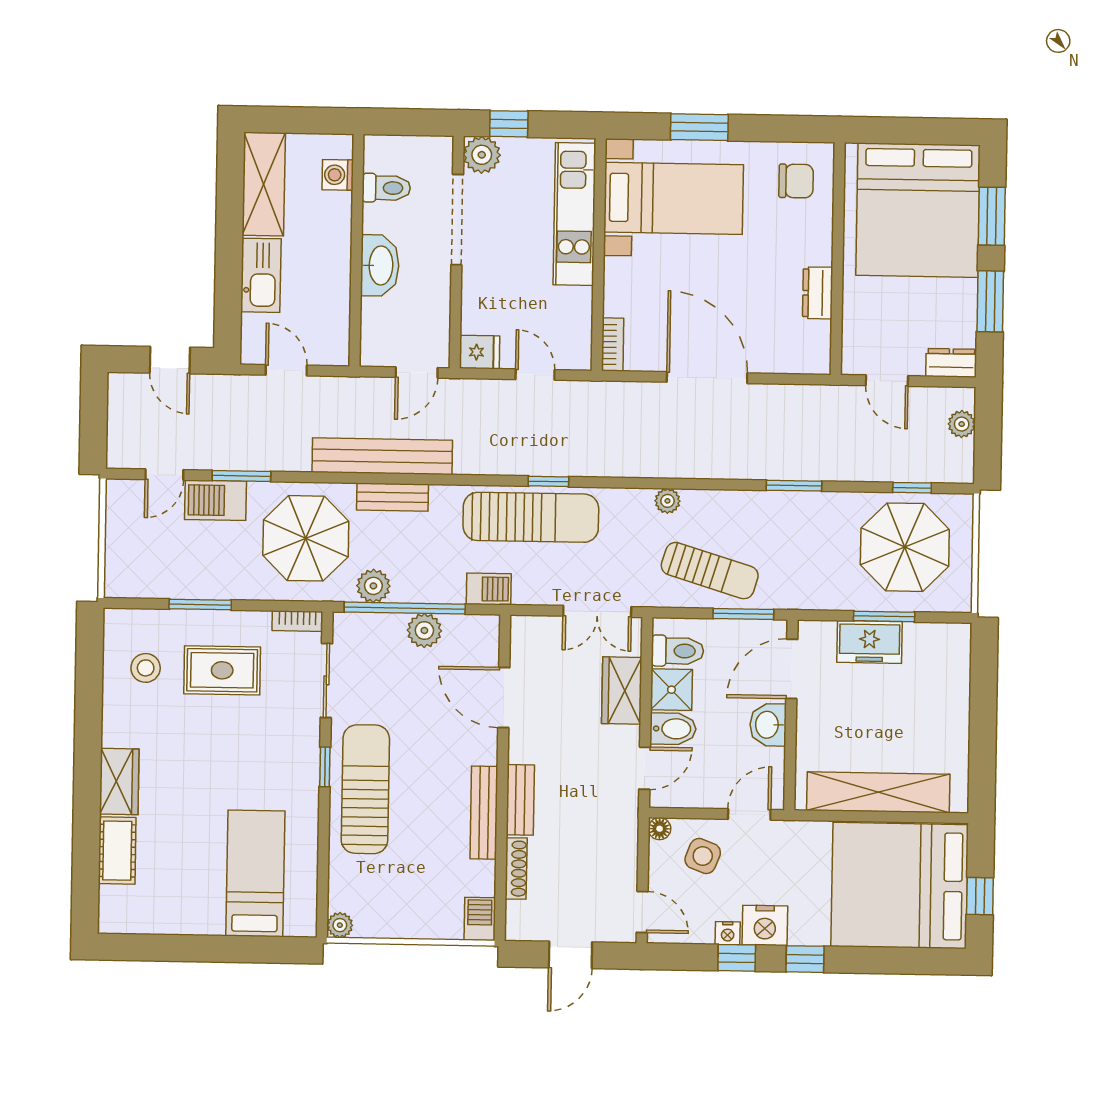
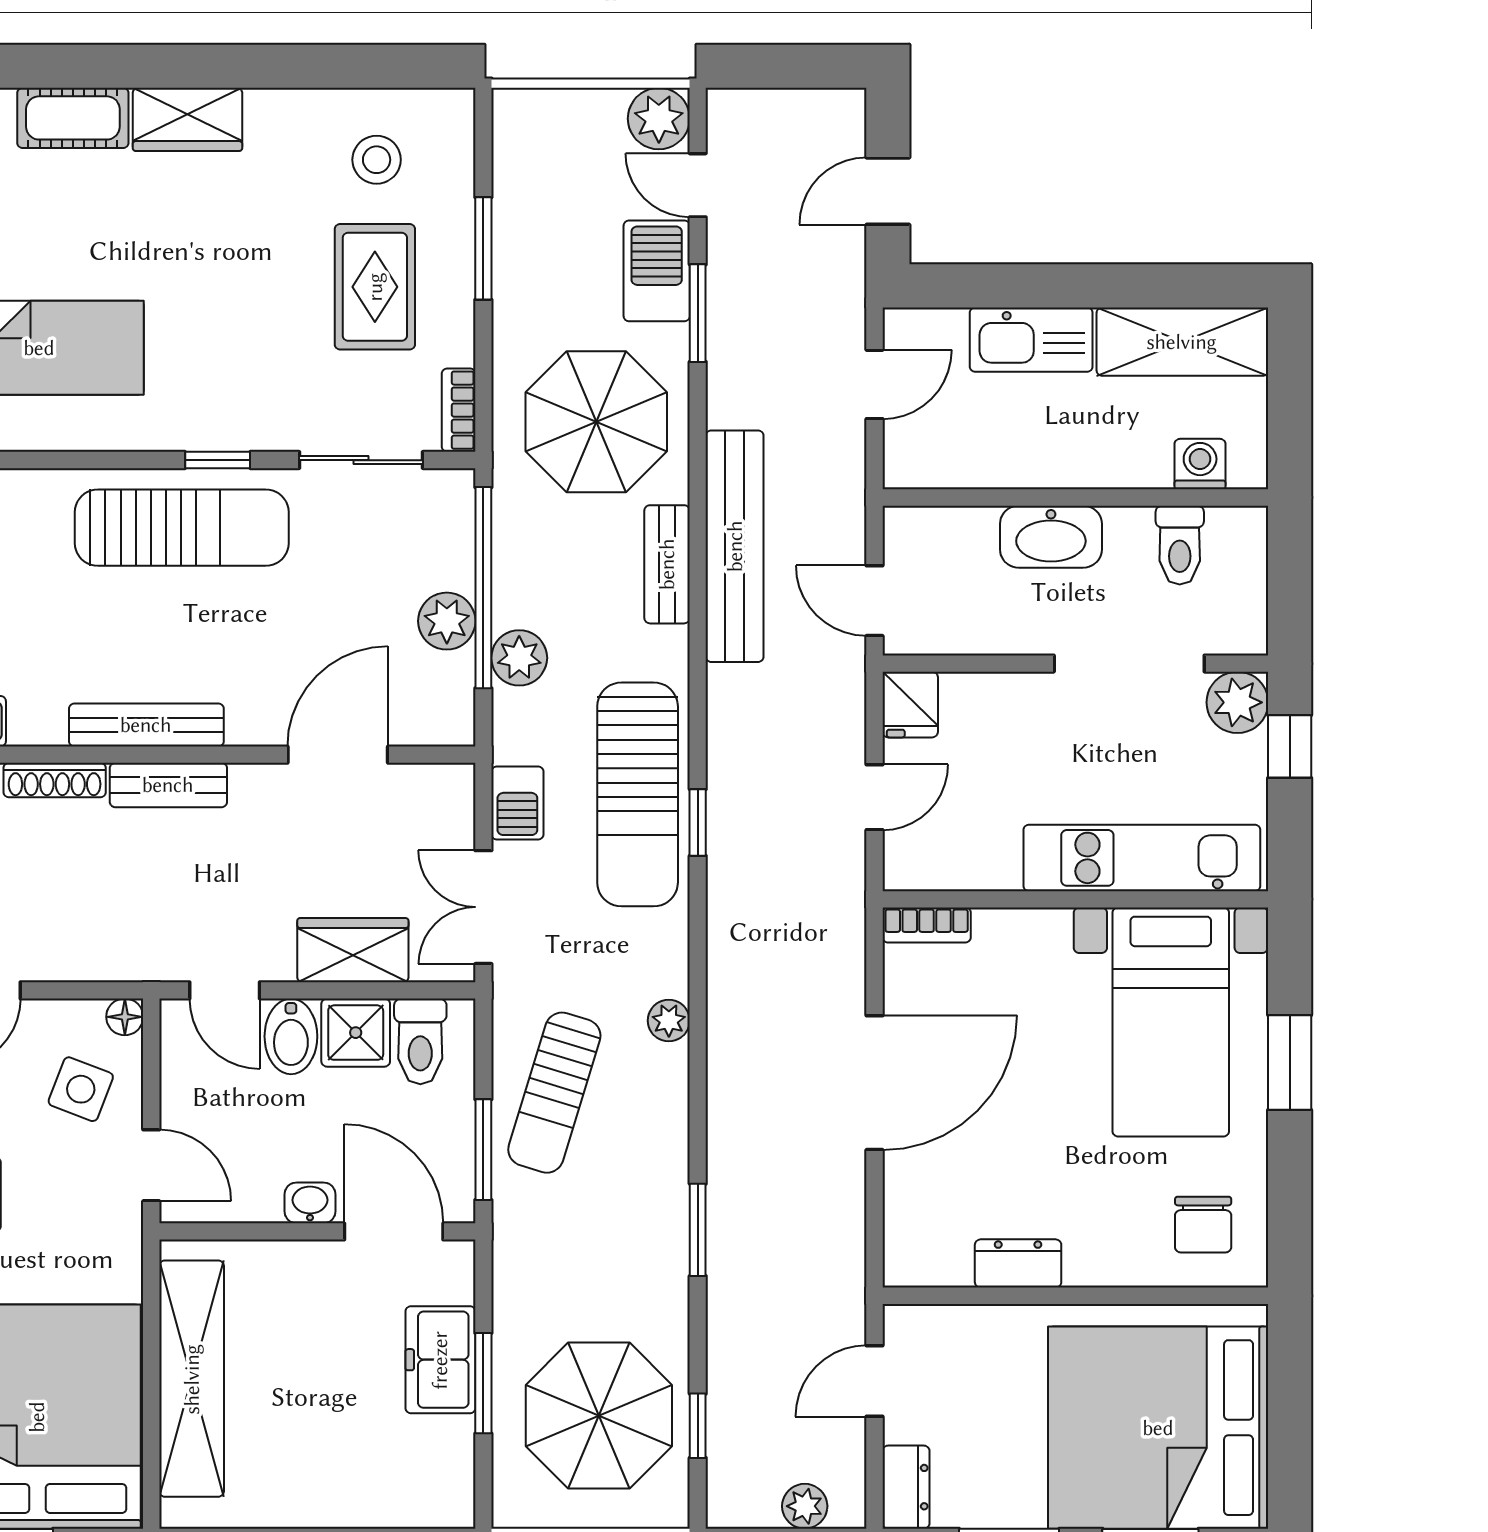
plant: (124, 497) -> (659, 119), added
plant: (373, 586) -> (519, 658), moved
barbecue: (489, 589) -> (517, 803), moved
washbasin: (768, 725) -> (310, 1203), width x0.72, depth x0.69

